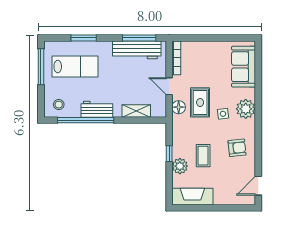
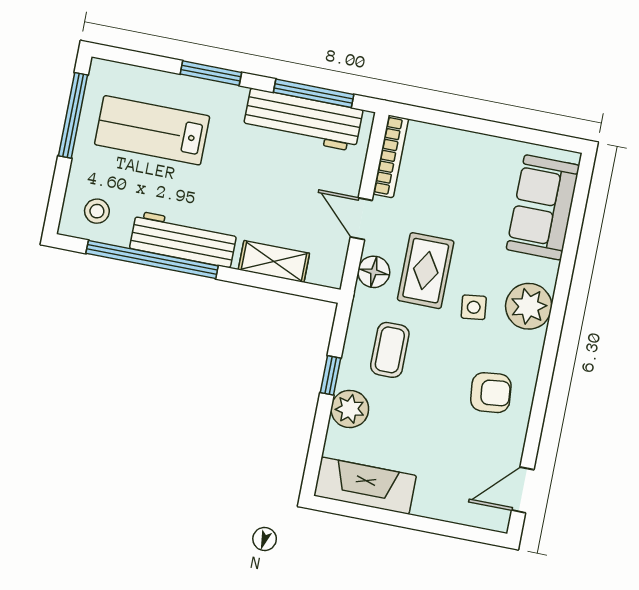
window: (84, 38) -> (211, 73), moved
lab bench: (75, 66) -> (152, 130), turned 180
workbench: (97, 109) -> (183, 239), width x1.38
coffee table: (203, 156) -> (390, 350), moved

